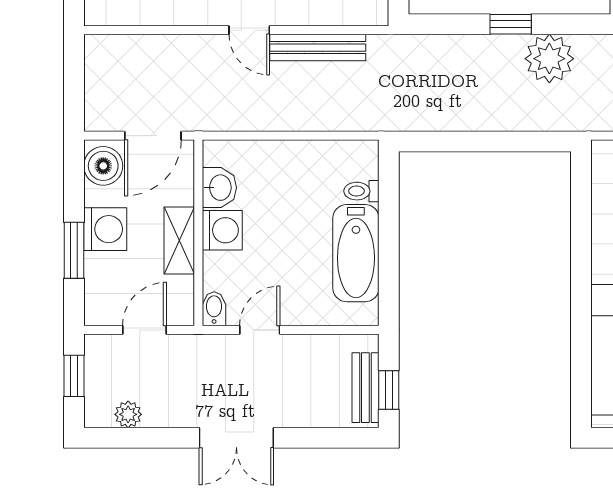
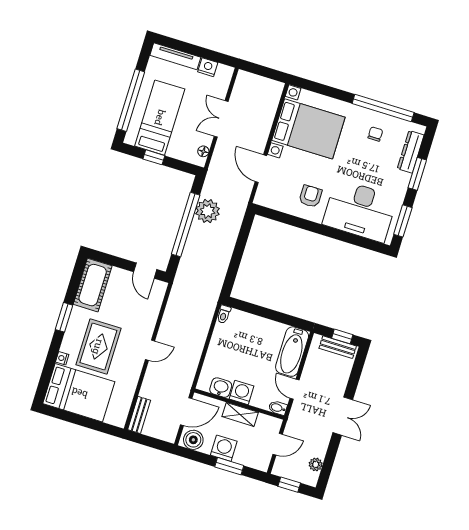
window: (511, 24) -> (186, 225), width x3.17
bench: (318, 48) -> (139, 415), moved, width x0.73
door: (153, 136) -> (186, 412), hinge flipped
toilet: (361, 191) -> (224, 314), moved
bathtub: (356, 253) -> (292, 352), moved, turned 90
door: (144, 330) -> (278, 444), swing flipped

